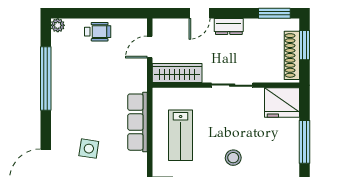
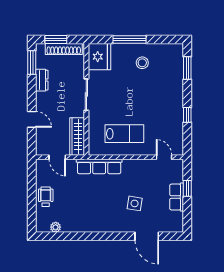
plant: (58, 25) -> (56, 227), moved
dresser: (229, 26) -> (42, 80), moved
window: (46, 78) -> (81, 236), removed
row of seats: (138, 122) -> (99, 166), moved
stool: (233, 158) -> (142, 63), moved

